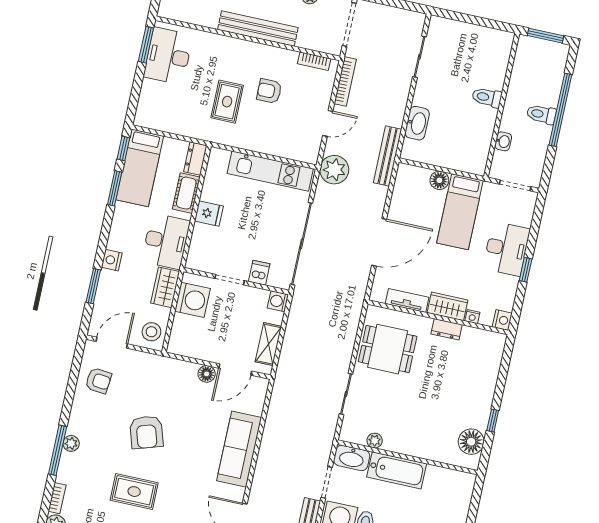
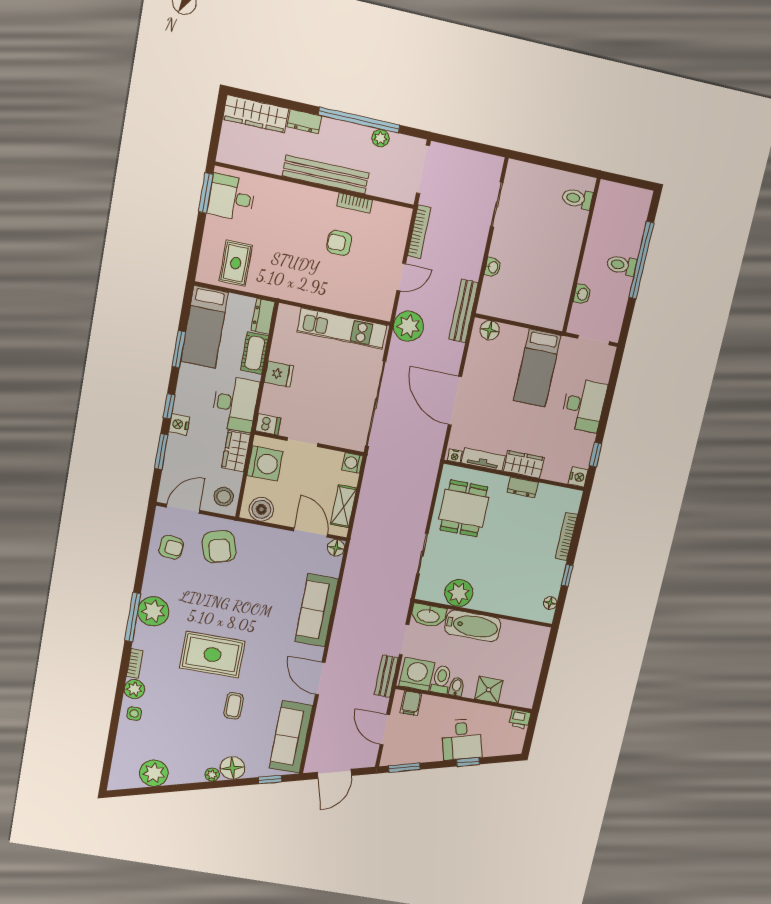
window: (546, 36) -> (628, 181), removed
desk: (168, 56) -> (232, 198), width x0.73
bookcase: (314, 61) -> (354, 203), moved
toilet: (487, 97) -> (577, 199), moved
rug: (227, 102) -> (236, 263), moved
washbasin: (417, 123) -> (493, 267), width x0.52, depth x0.69
window: (123, 148) -> (169, 406), moved
floor lamp: (439, 180) -> (490, 330), moved
door: (379, 242) -> (455, 401), swing flipped
window: (526, 270) -> (595, 455), moved
dishwasher: (259, 273) -> (268, 424), moved, turned 90
nightstand: (472, 317) -> (455, 456), moved
boiler: (188, 345) -> (261, 509), added
dining table: (388, 349) -> (464, 508), turned 90
door: (235, 370) -> (311, 533), swing flipped
floor lamp: (207, 374) -> (336, 548), moved
bookcase: (491, 380) -> (566, 536), added
armchair: (146, 432) -> (219, 547), moved
plant: (375, 441) -> (459, 593), width x1.88, depth x1.88
floor lamp: (471, 442) -> (550, 603), width x0.53, depth x0.53
plant: (71, 443) -> (153, 611), width x1.88, depth x1.88
rug: (134, 492) -> (212, 655), width x1.36, depth x1.43

